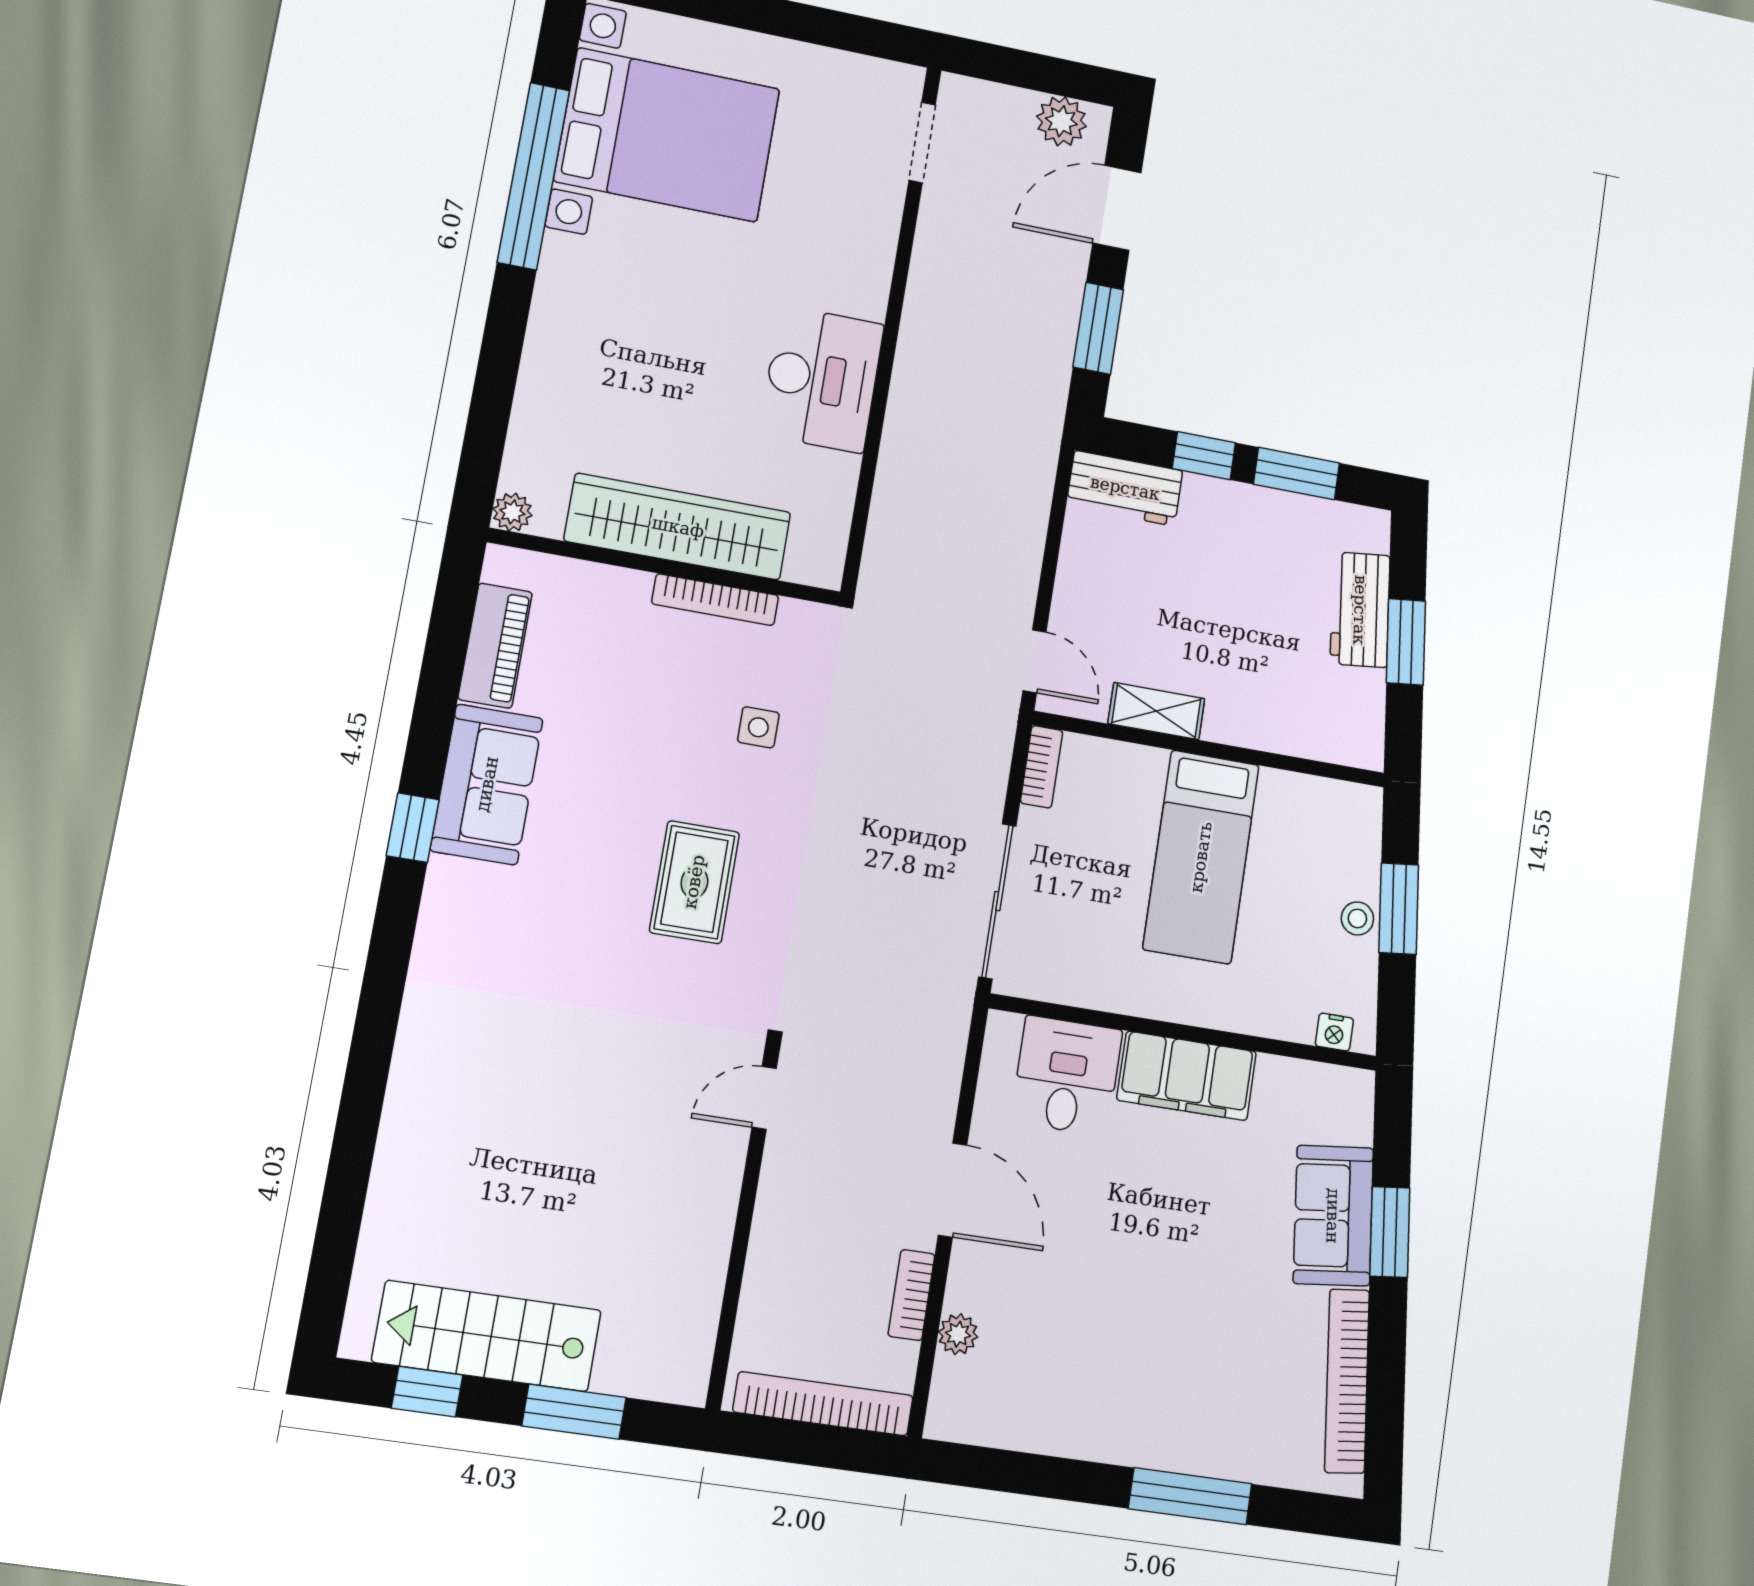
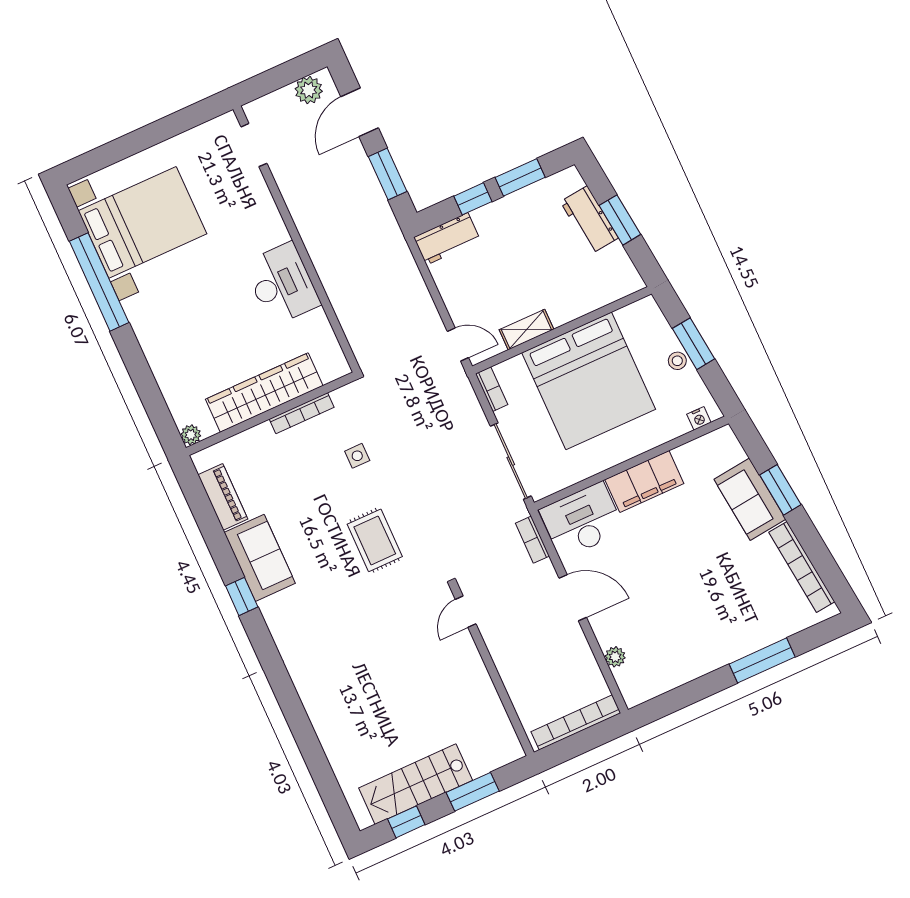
bed: (1201, 857) -> (589, 381), width x2.04
desk: (1067, 1076) -> (582, 520), width x1.37
bookcase: (911, 1295) -> (532, 540), moved

